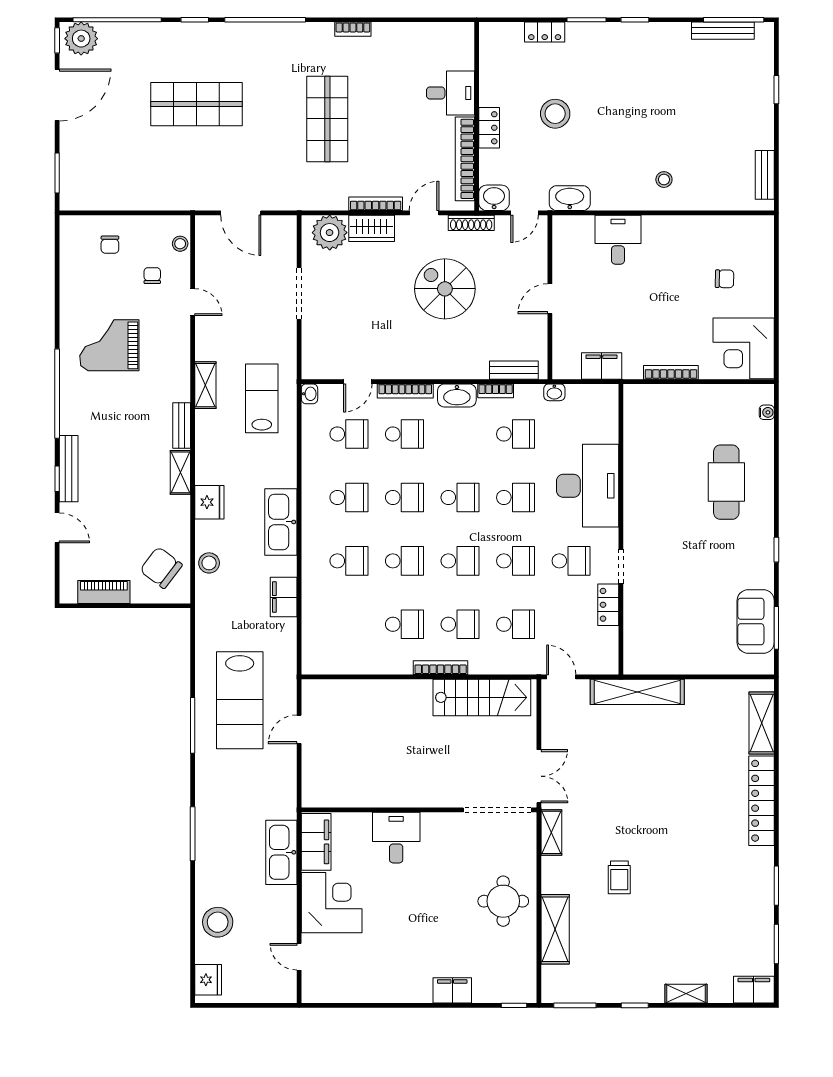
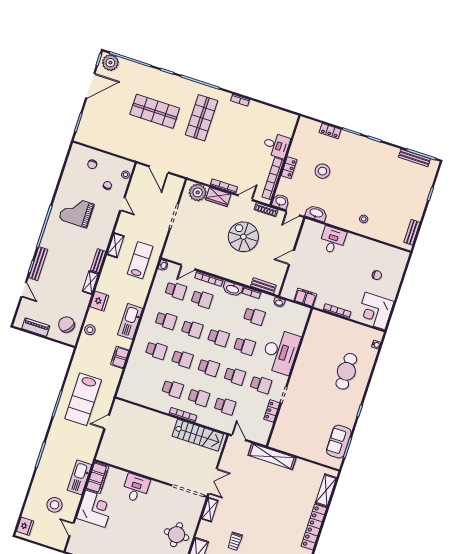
shop shelf: (327, 119) -> (202, 118), moved
stool: (218, 922) -> (55, 505), moved

